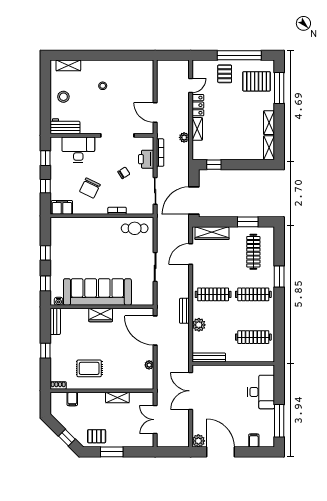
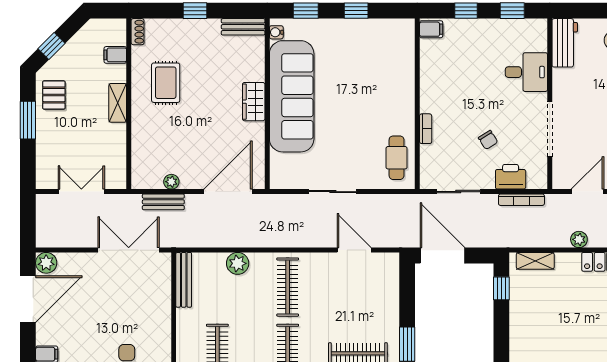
shelving: (197, 129) -> (535, 261), moved
plant: (184, 137) -> (579, 239), moved
desk: (78, 150) -> (526, 72), width x0.73
chair: (90, 188) -> (463, 84), removed
filing cabinet: (62, 207) -> (431, 29), width x0.50
wardrobe: (212, 233) -> (389, 285), removed
bench: (184, 311) -> (163, 202), moved
shelving: (117, 397) -> (118, 103), moved

